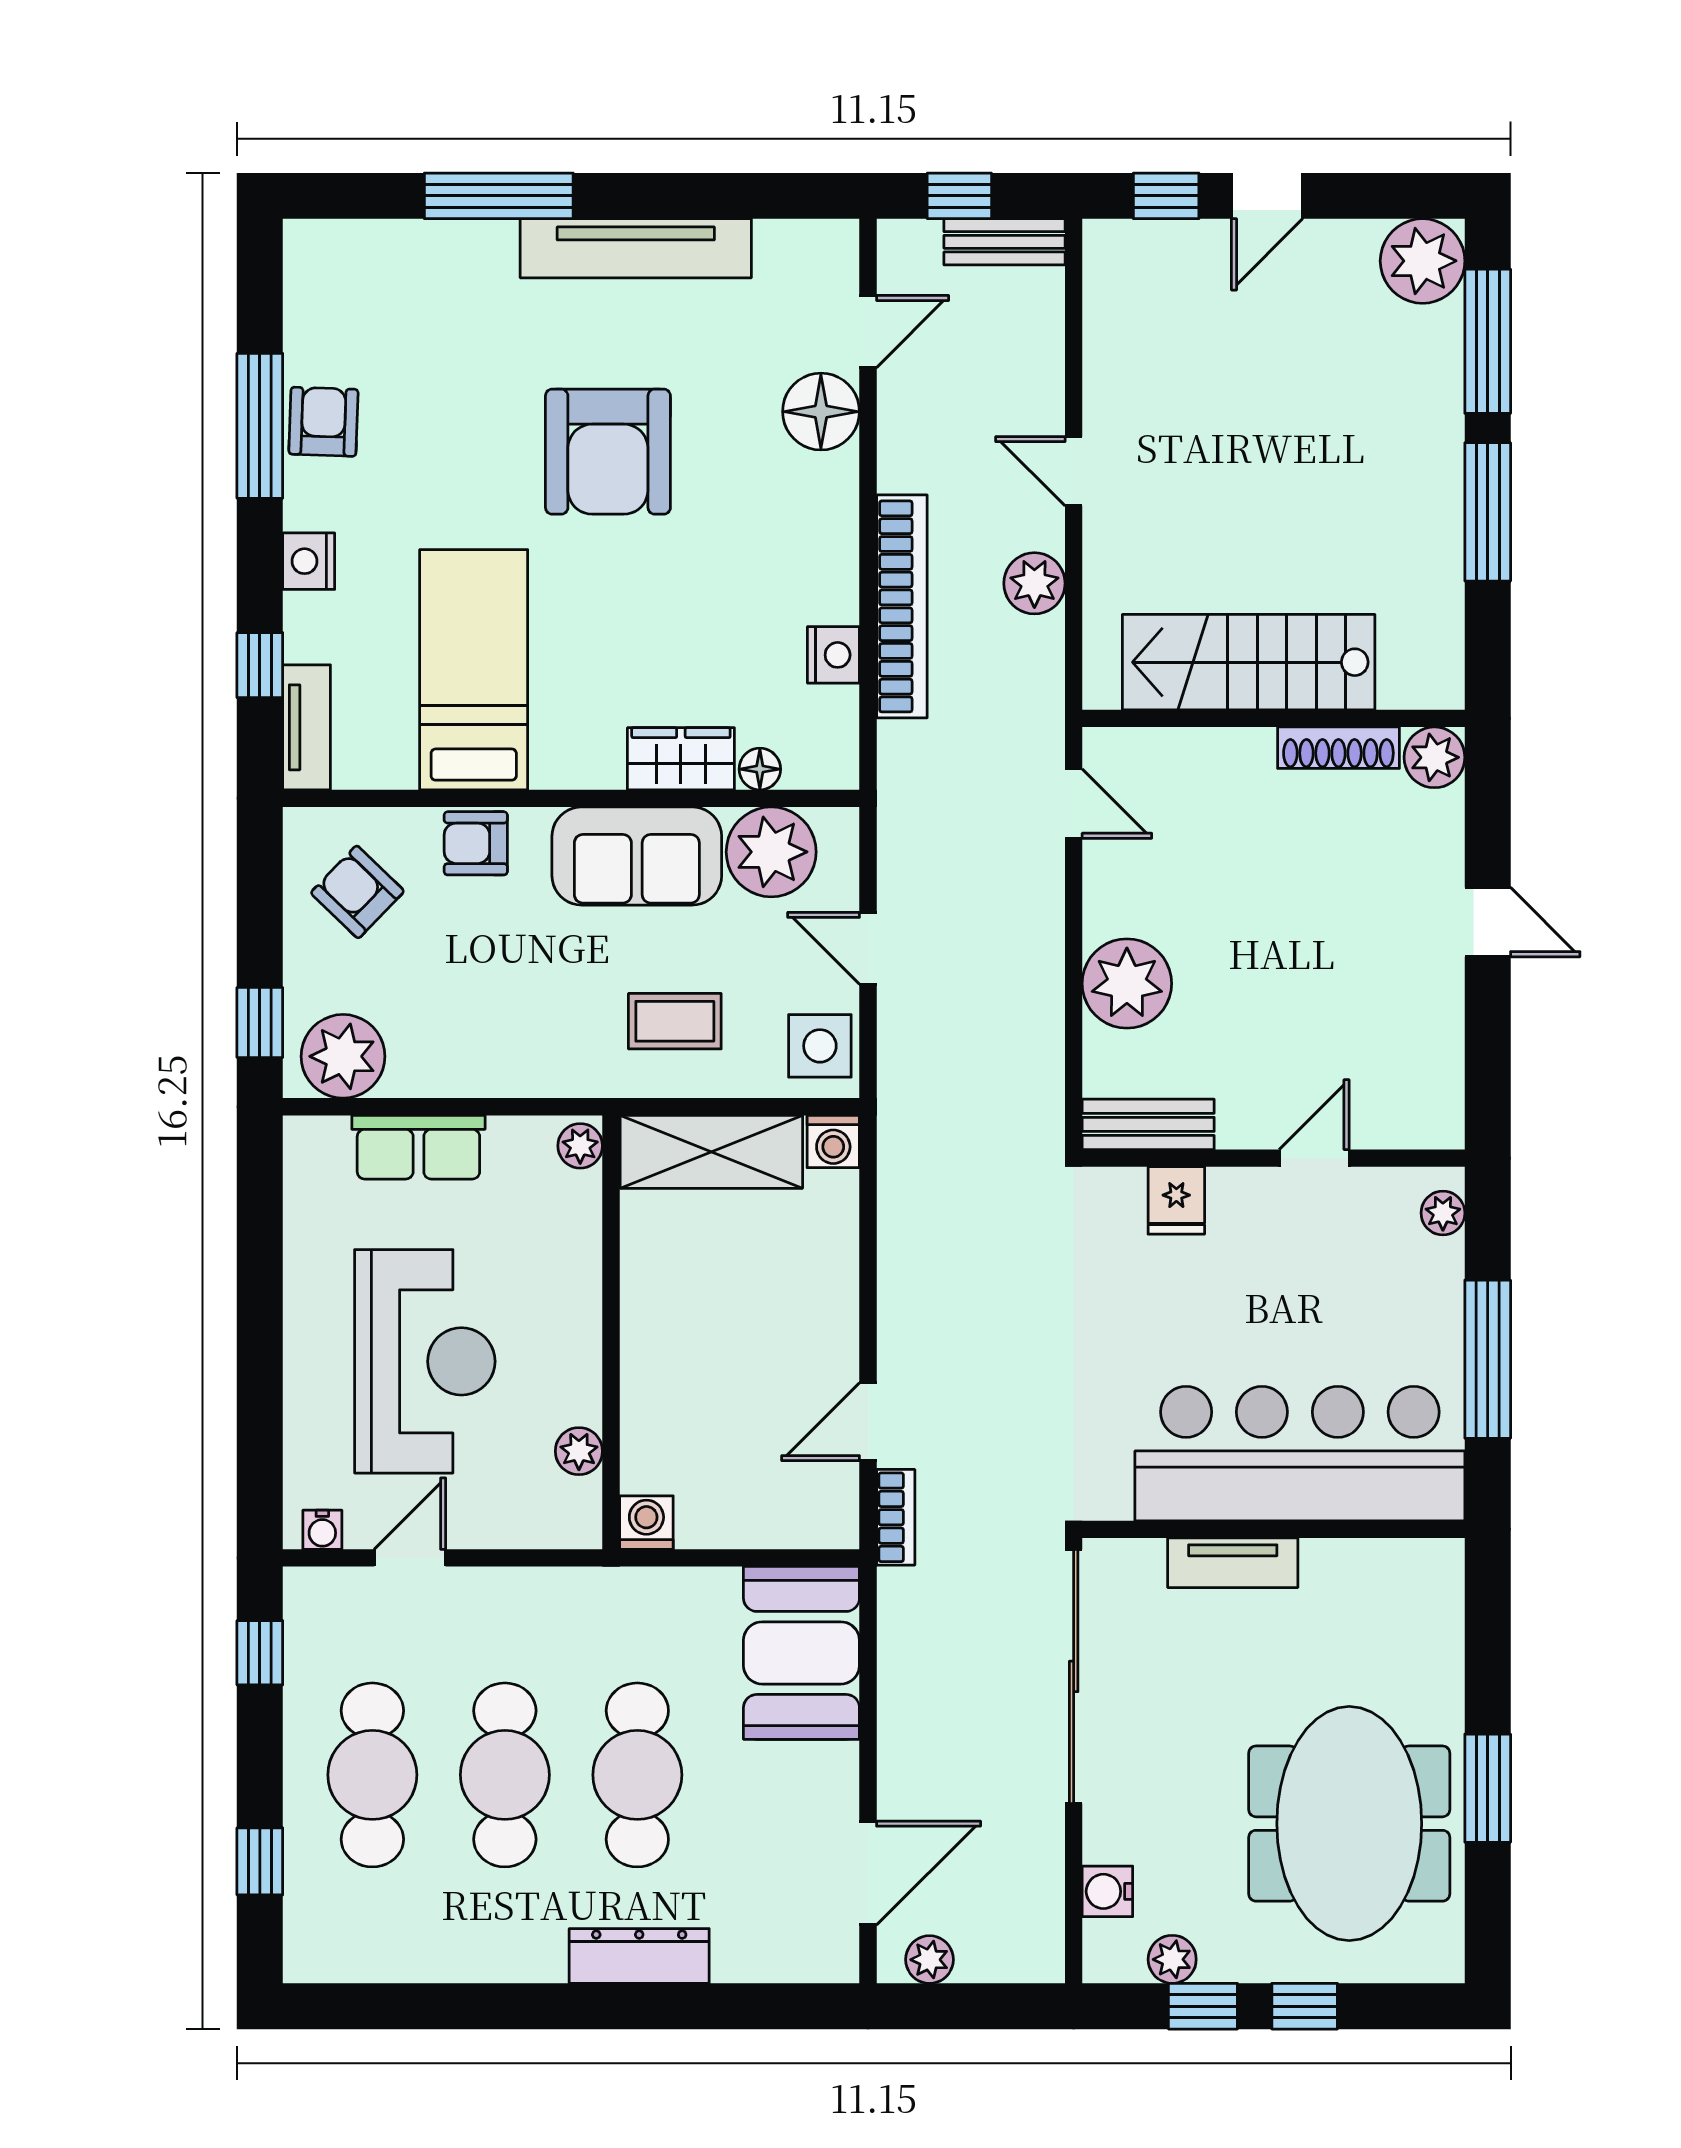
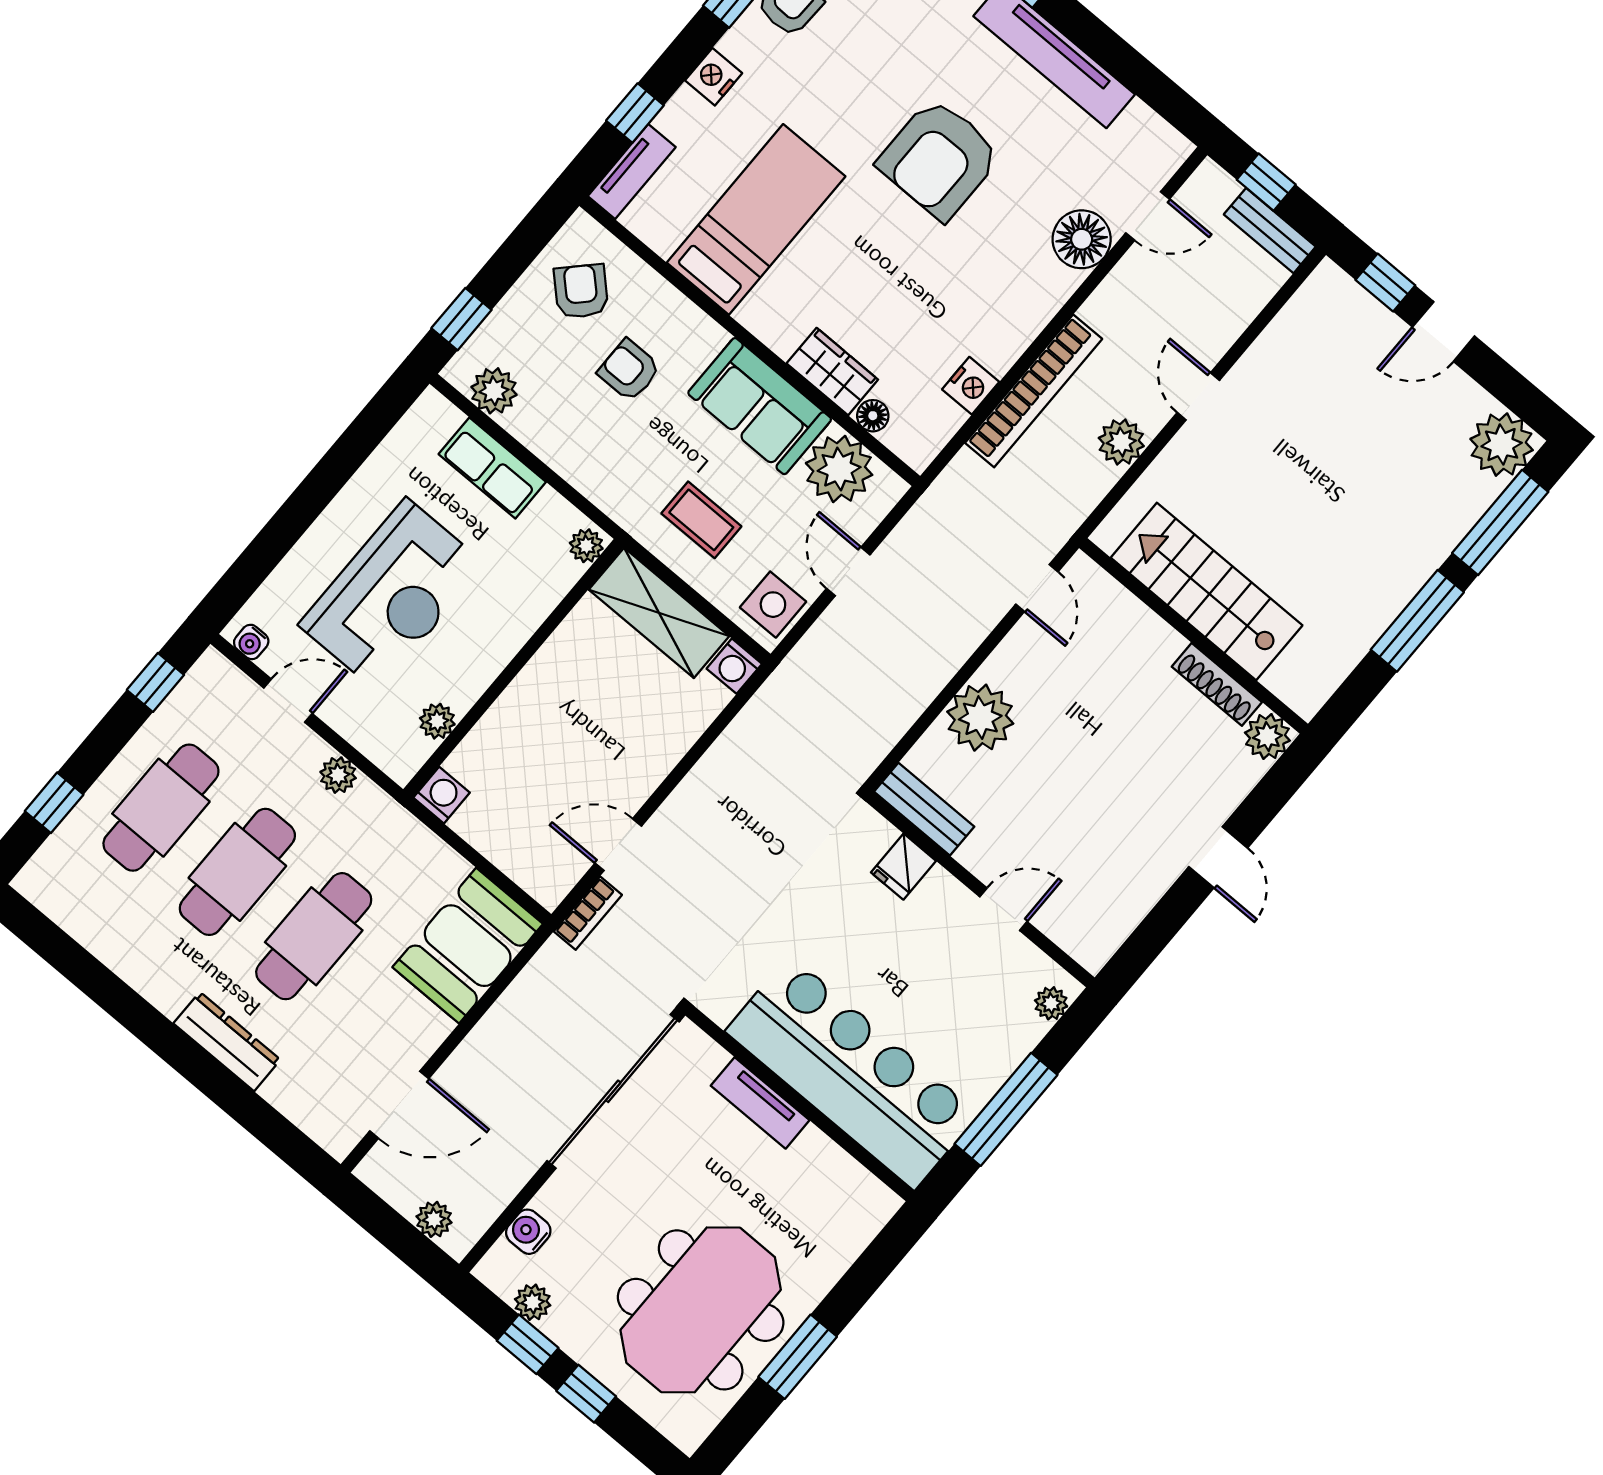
armchair: (476, 843) -> (629, 370), moved
plant: (343, 1056) -> (494, 391), width x0.73, depth x0.73
plant: (524, 1591) -> (338, 775), added
plant: (929, 1960) -> (434, 1219), moved

